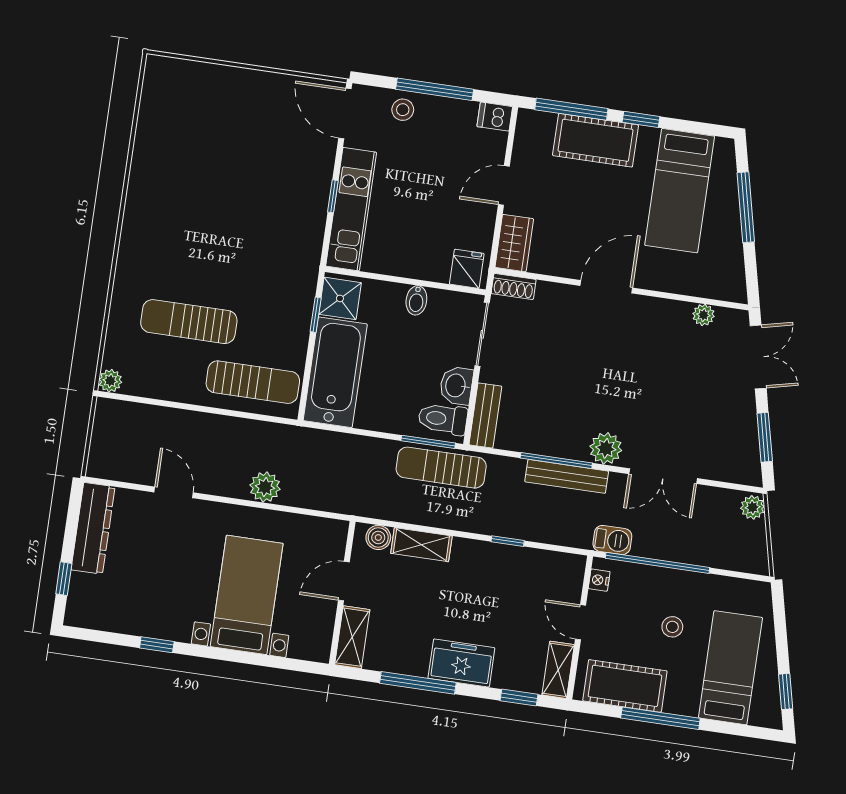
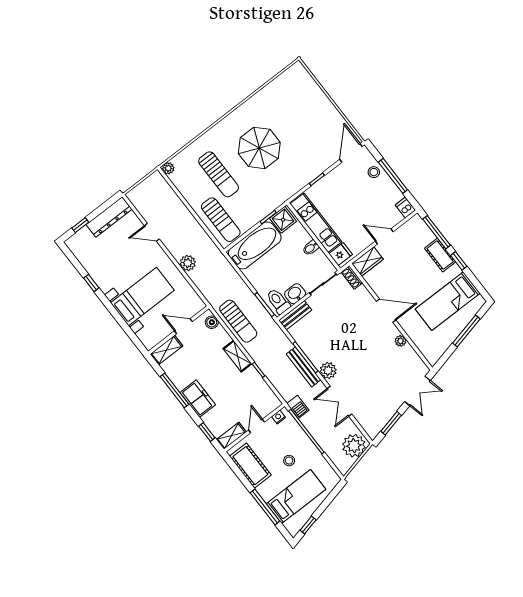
cot: (595, 140) -> (440, 255), width x0.73, depth x0.75
kitchen unit: (351, 209) -> (316, 223), moved, turned -90
parasol: (210, 230) -> (259, 148), added
plant: (703, 315) -> (401, 341), moved
sun lounger: (189, 322) -> (219, 174), turned 180
sun lounger: (441, 468) -> (238, 321), moved, turned 180
door: (174, 492) -> (152, 232), swing flipped
plant: (753, 507) -> (354, 446), width x1.88, depth x1.88
shelving: (421, 545) -> (237, 356), moved
window: (660, 718) -> (265, 507), moved

